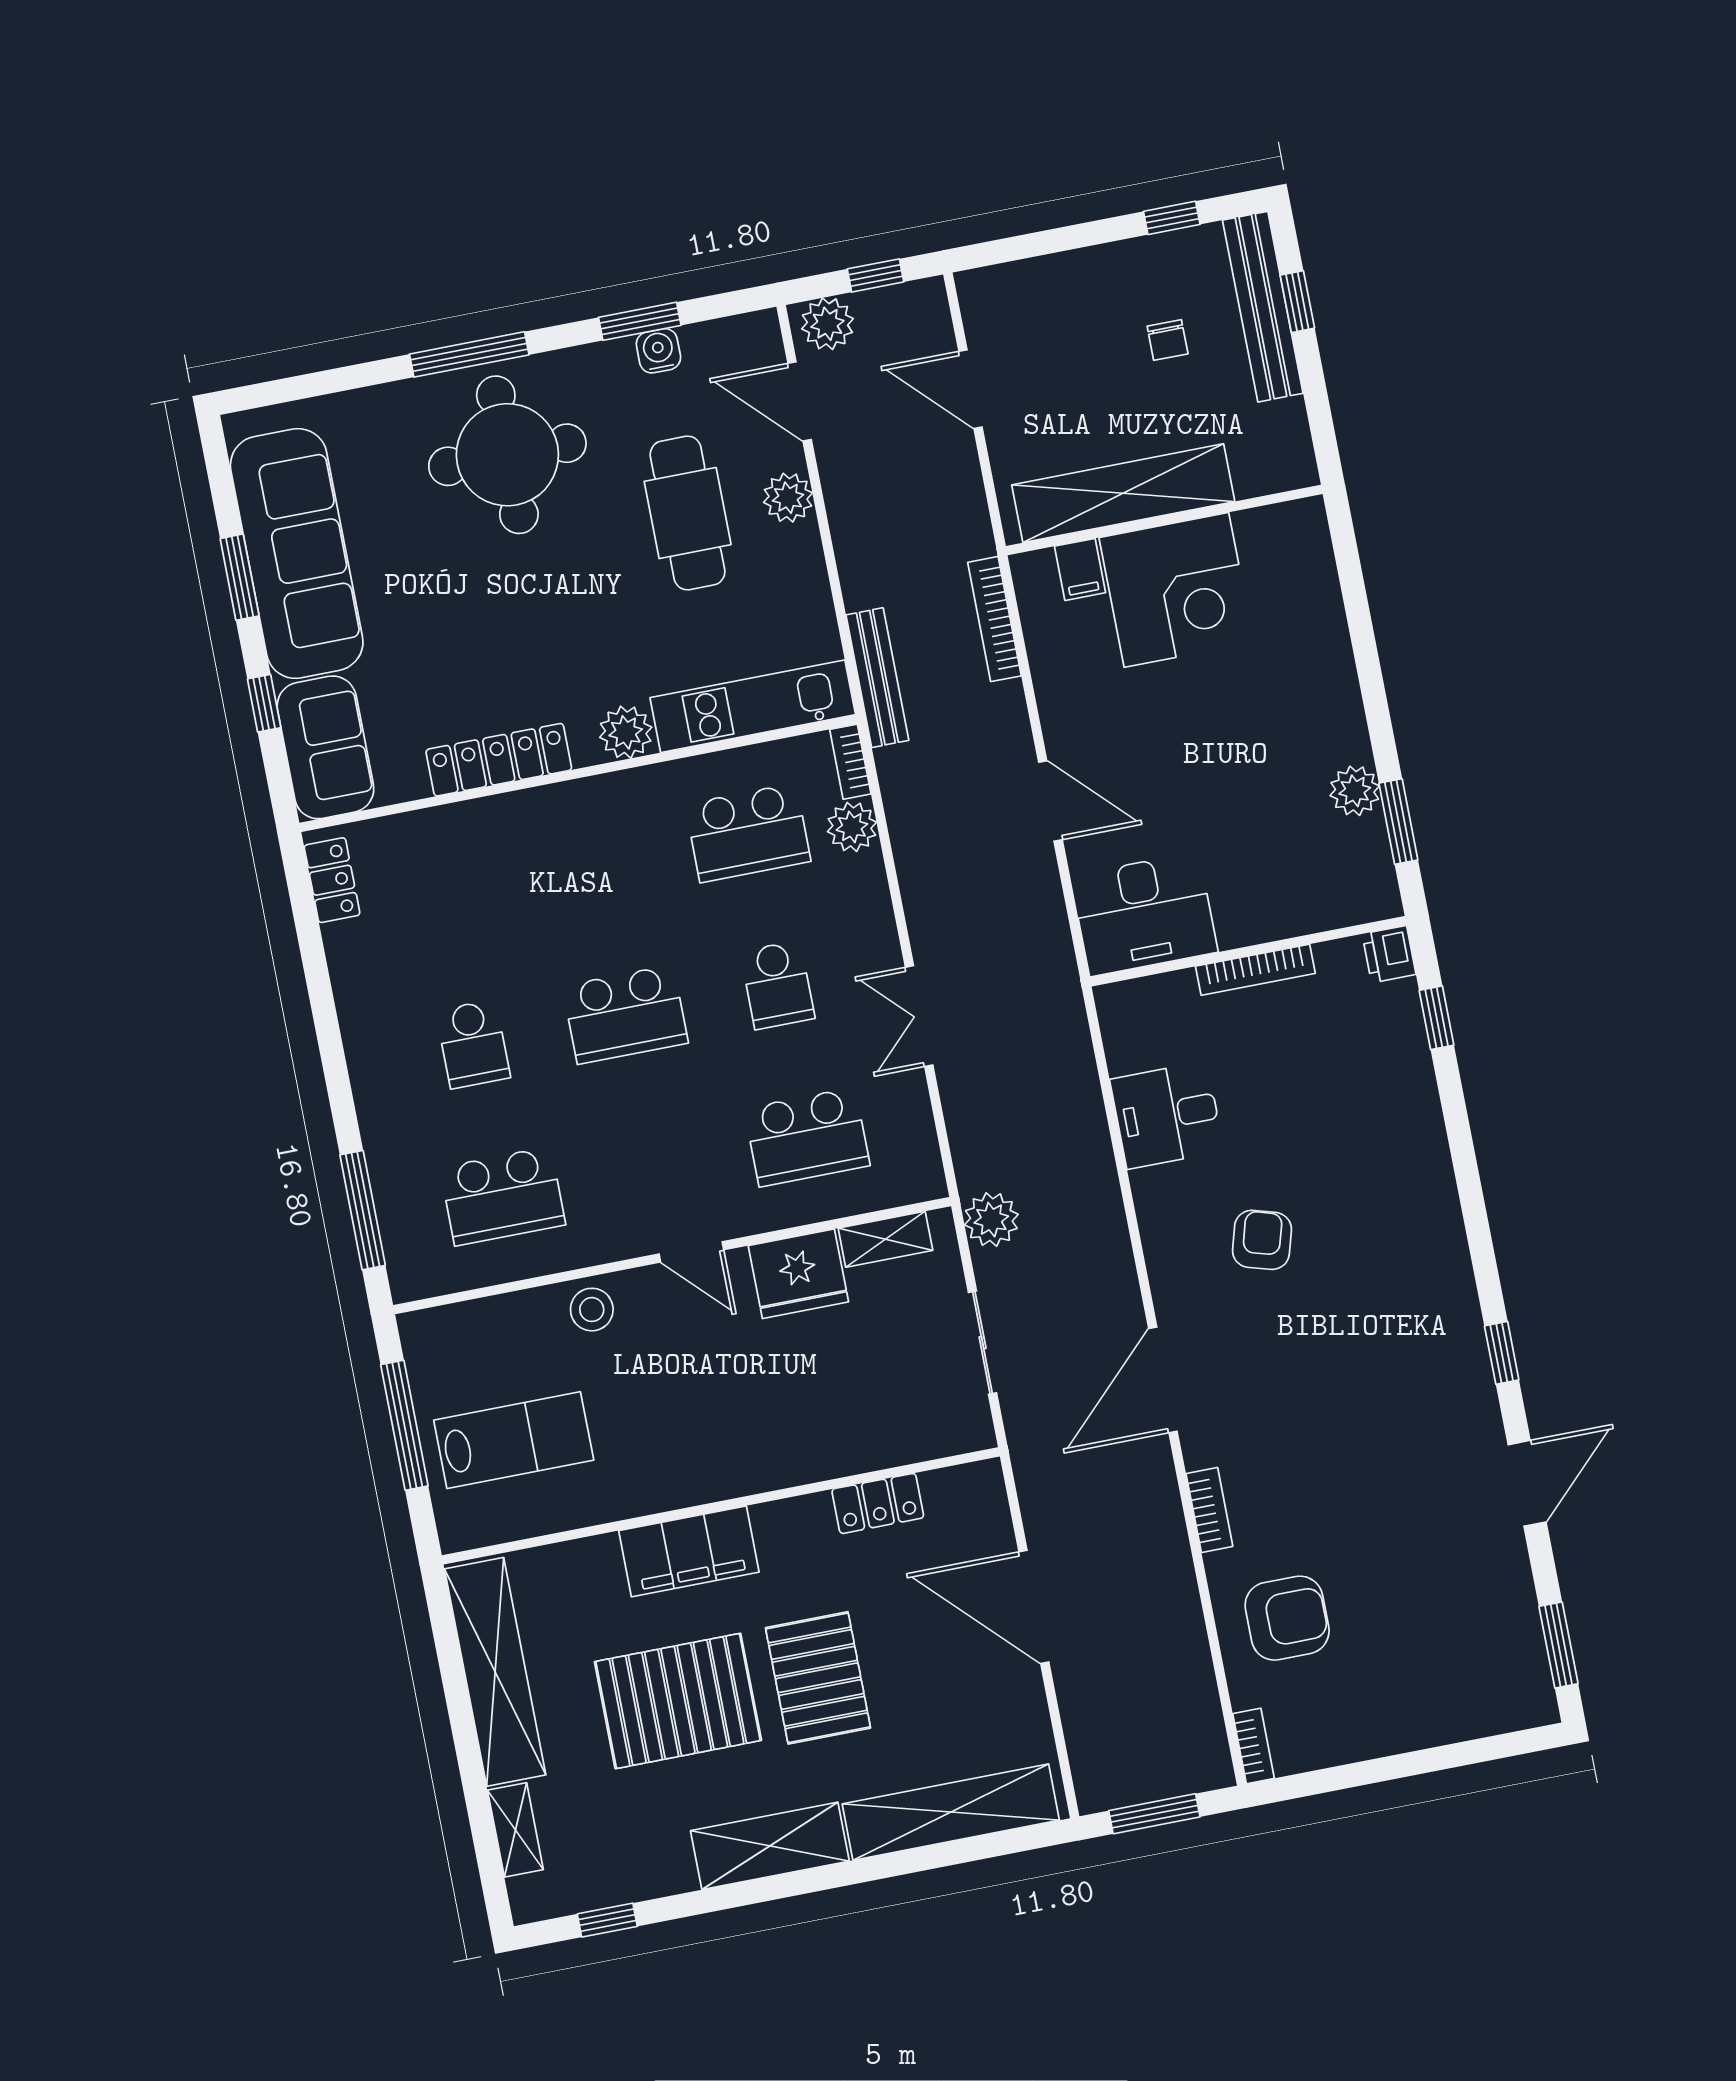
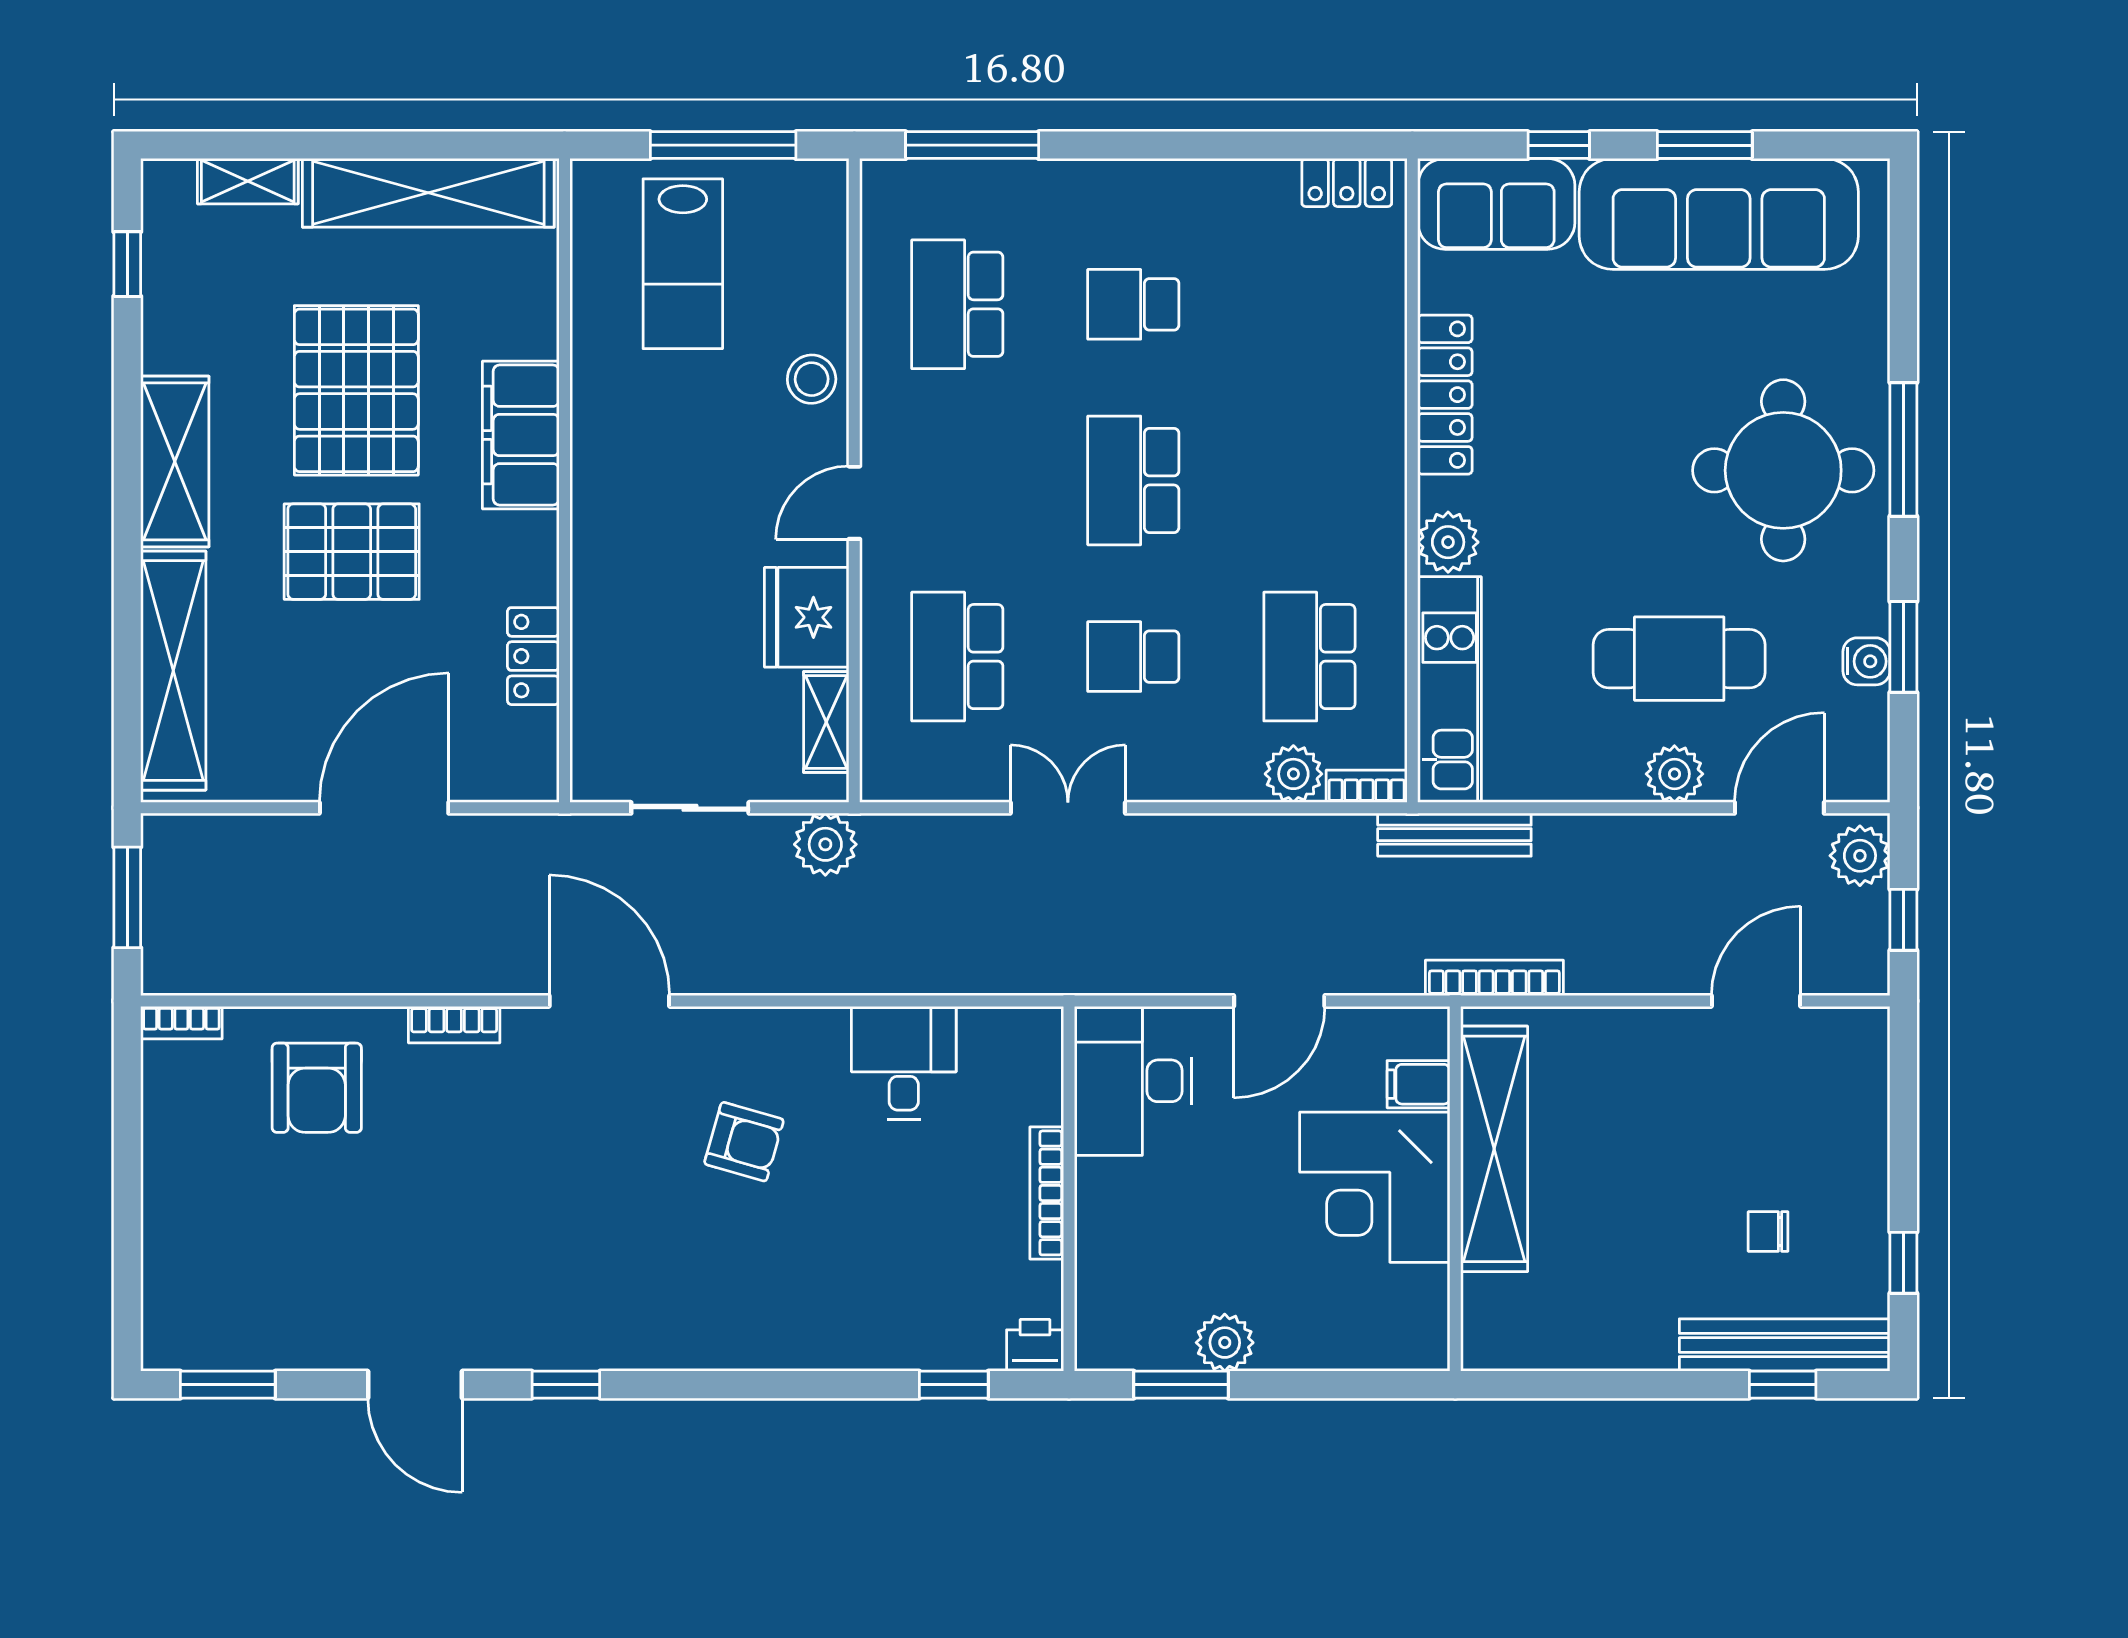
shelving: (1123, 493) -> (1494, 1149), moved
wall: (1164, 520) -> (1455, 1189), moved
filing cabinet: (1080, 569) -> (1418, 1084), moved
corner desk: (1176, 590) -> (1375, 1187), moved

